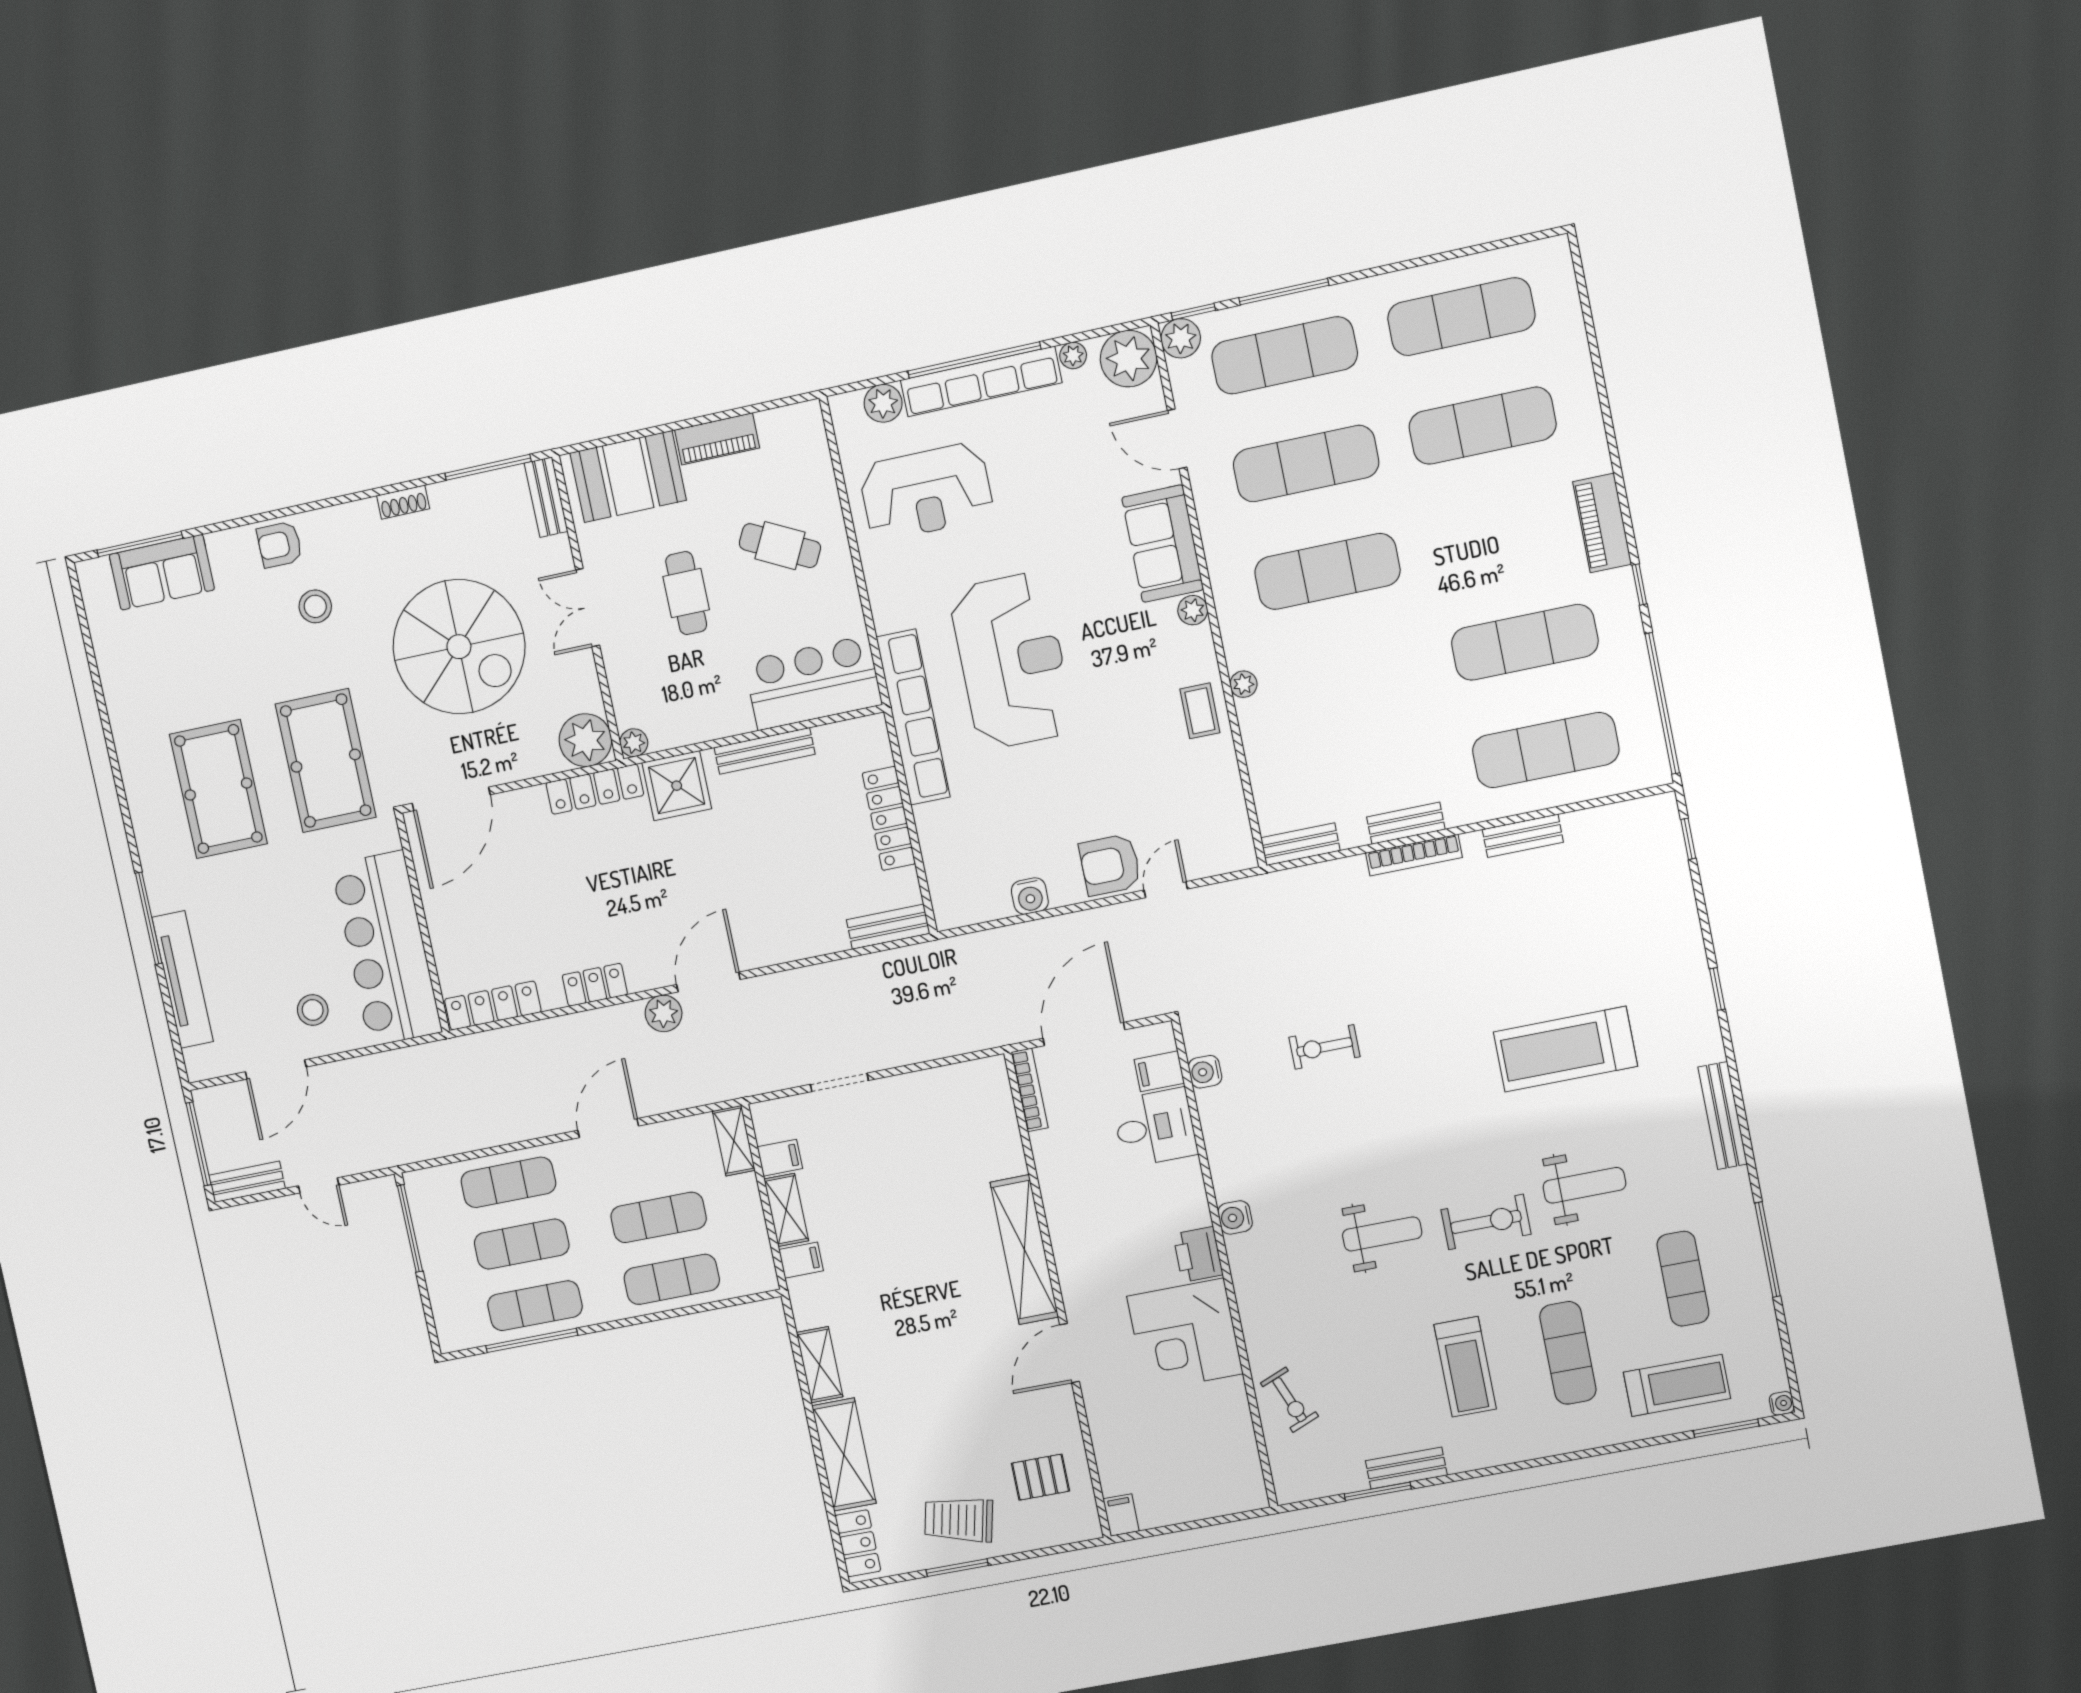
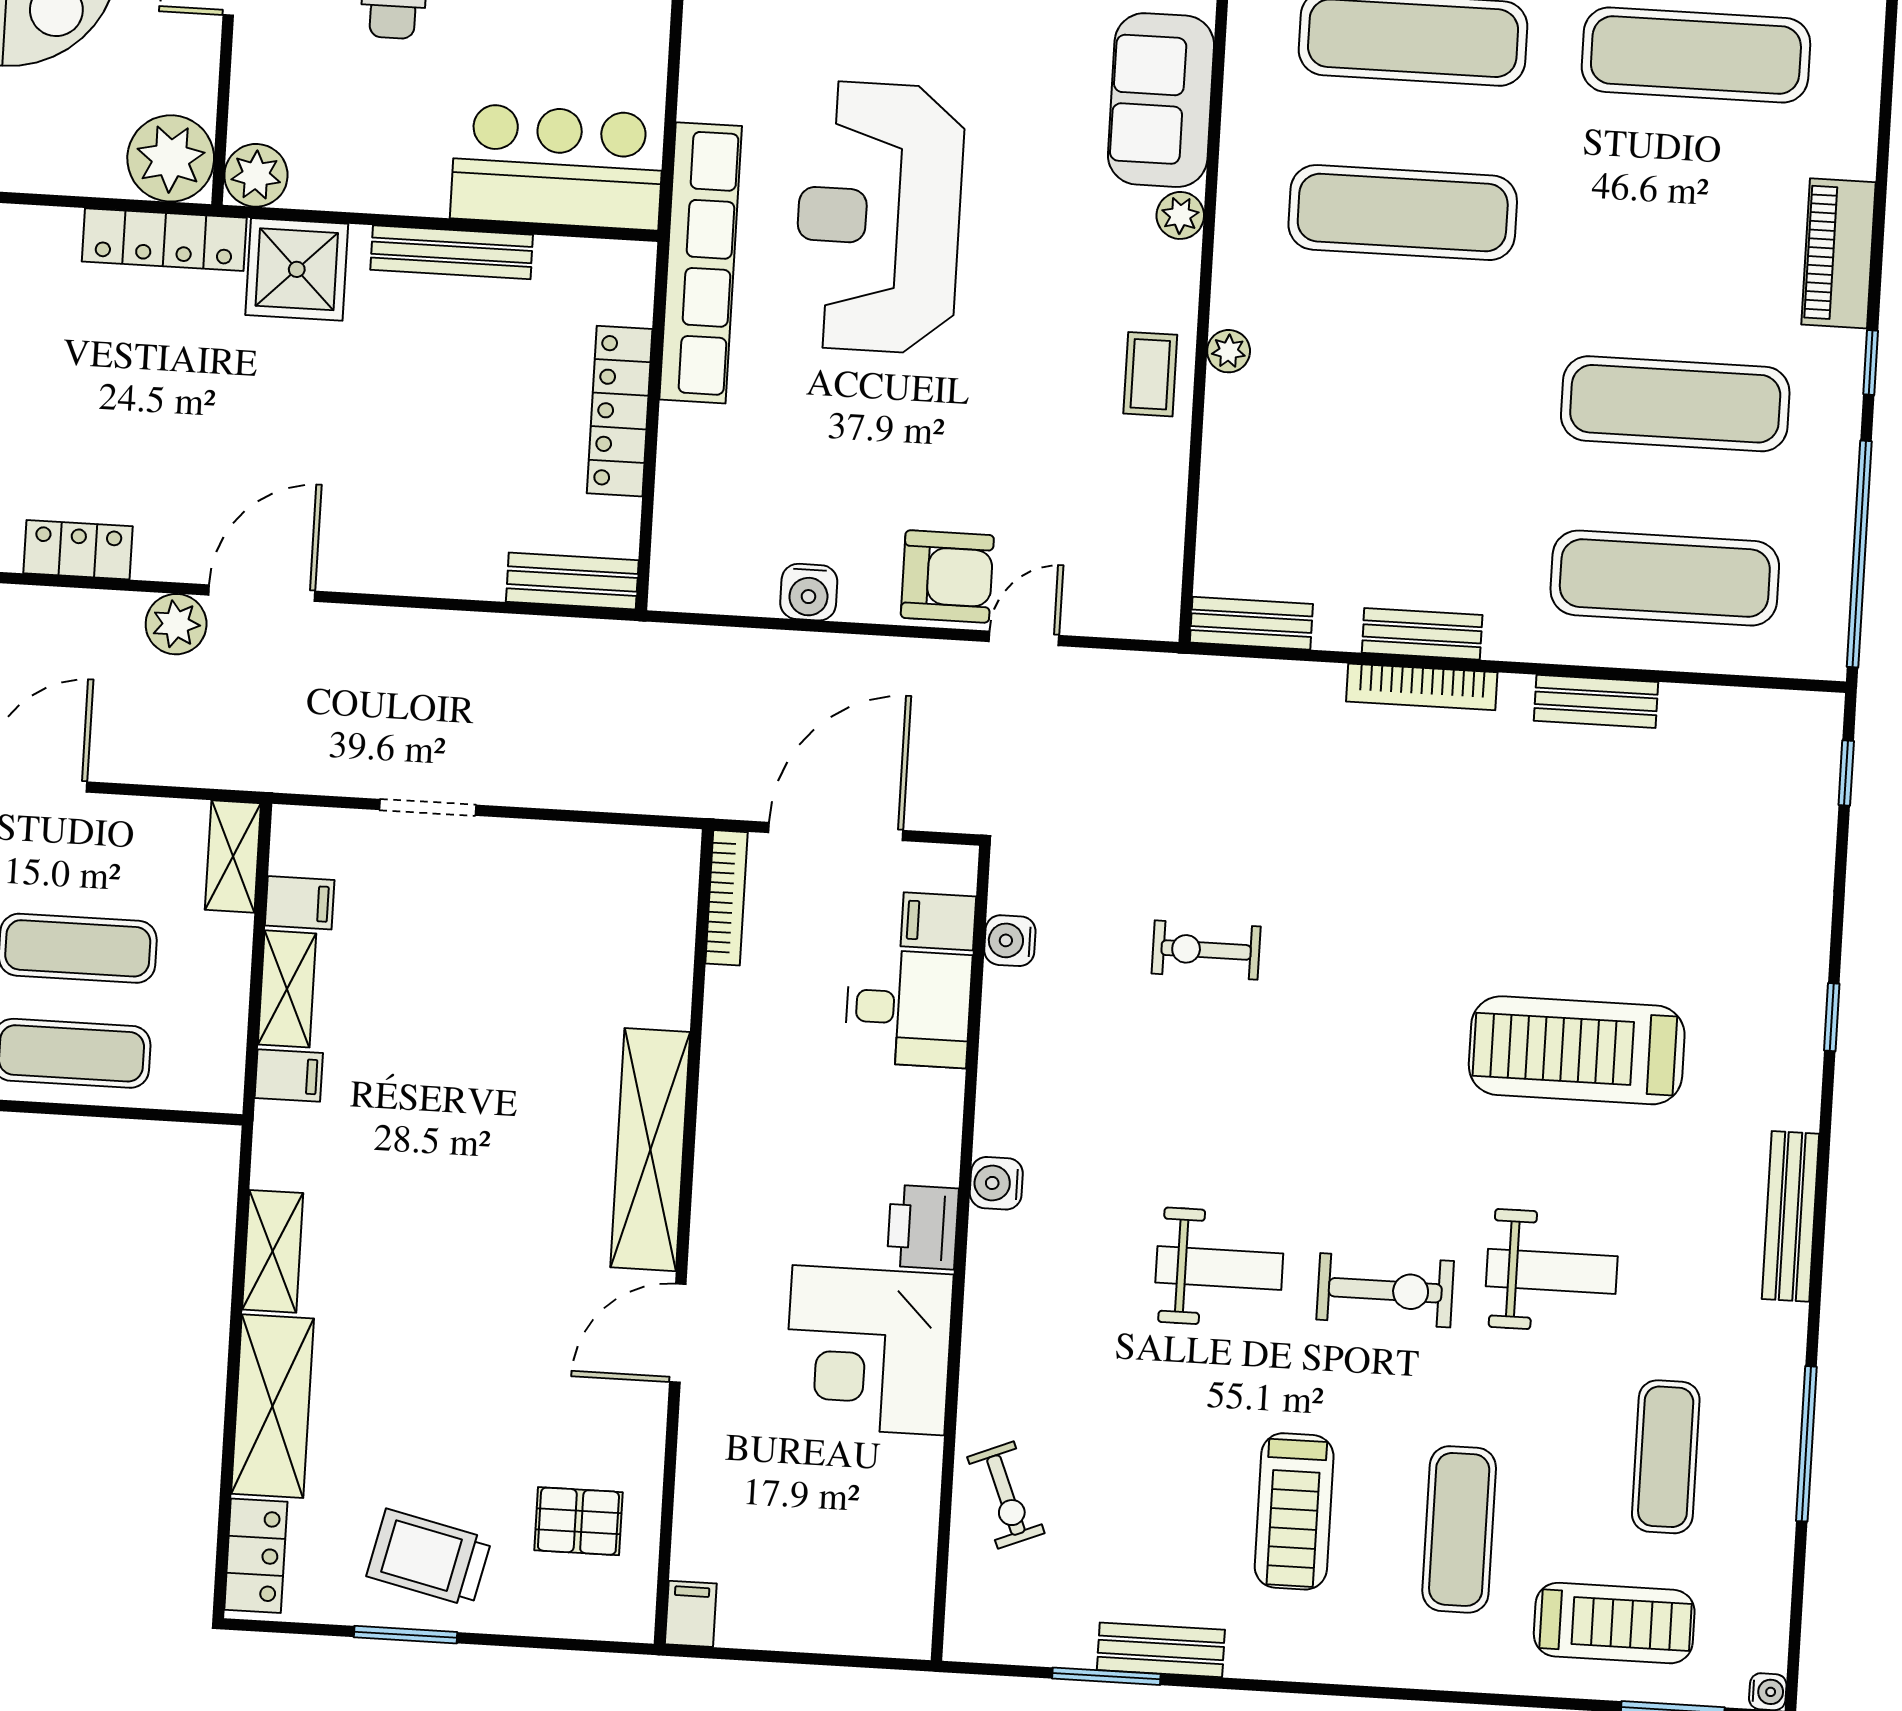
reception desk: (1012, 661) -> (879, 217), turned 180
plant: (634, 743) -> (256, 175), width x1.38, depth x1.38
armchair: (1110, 865) -> (947, 576), turned 180

